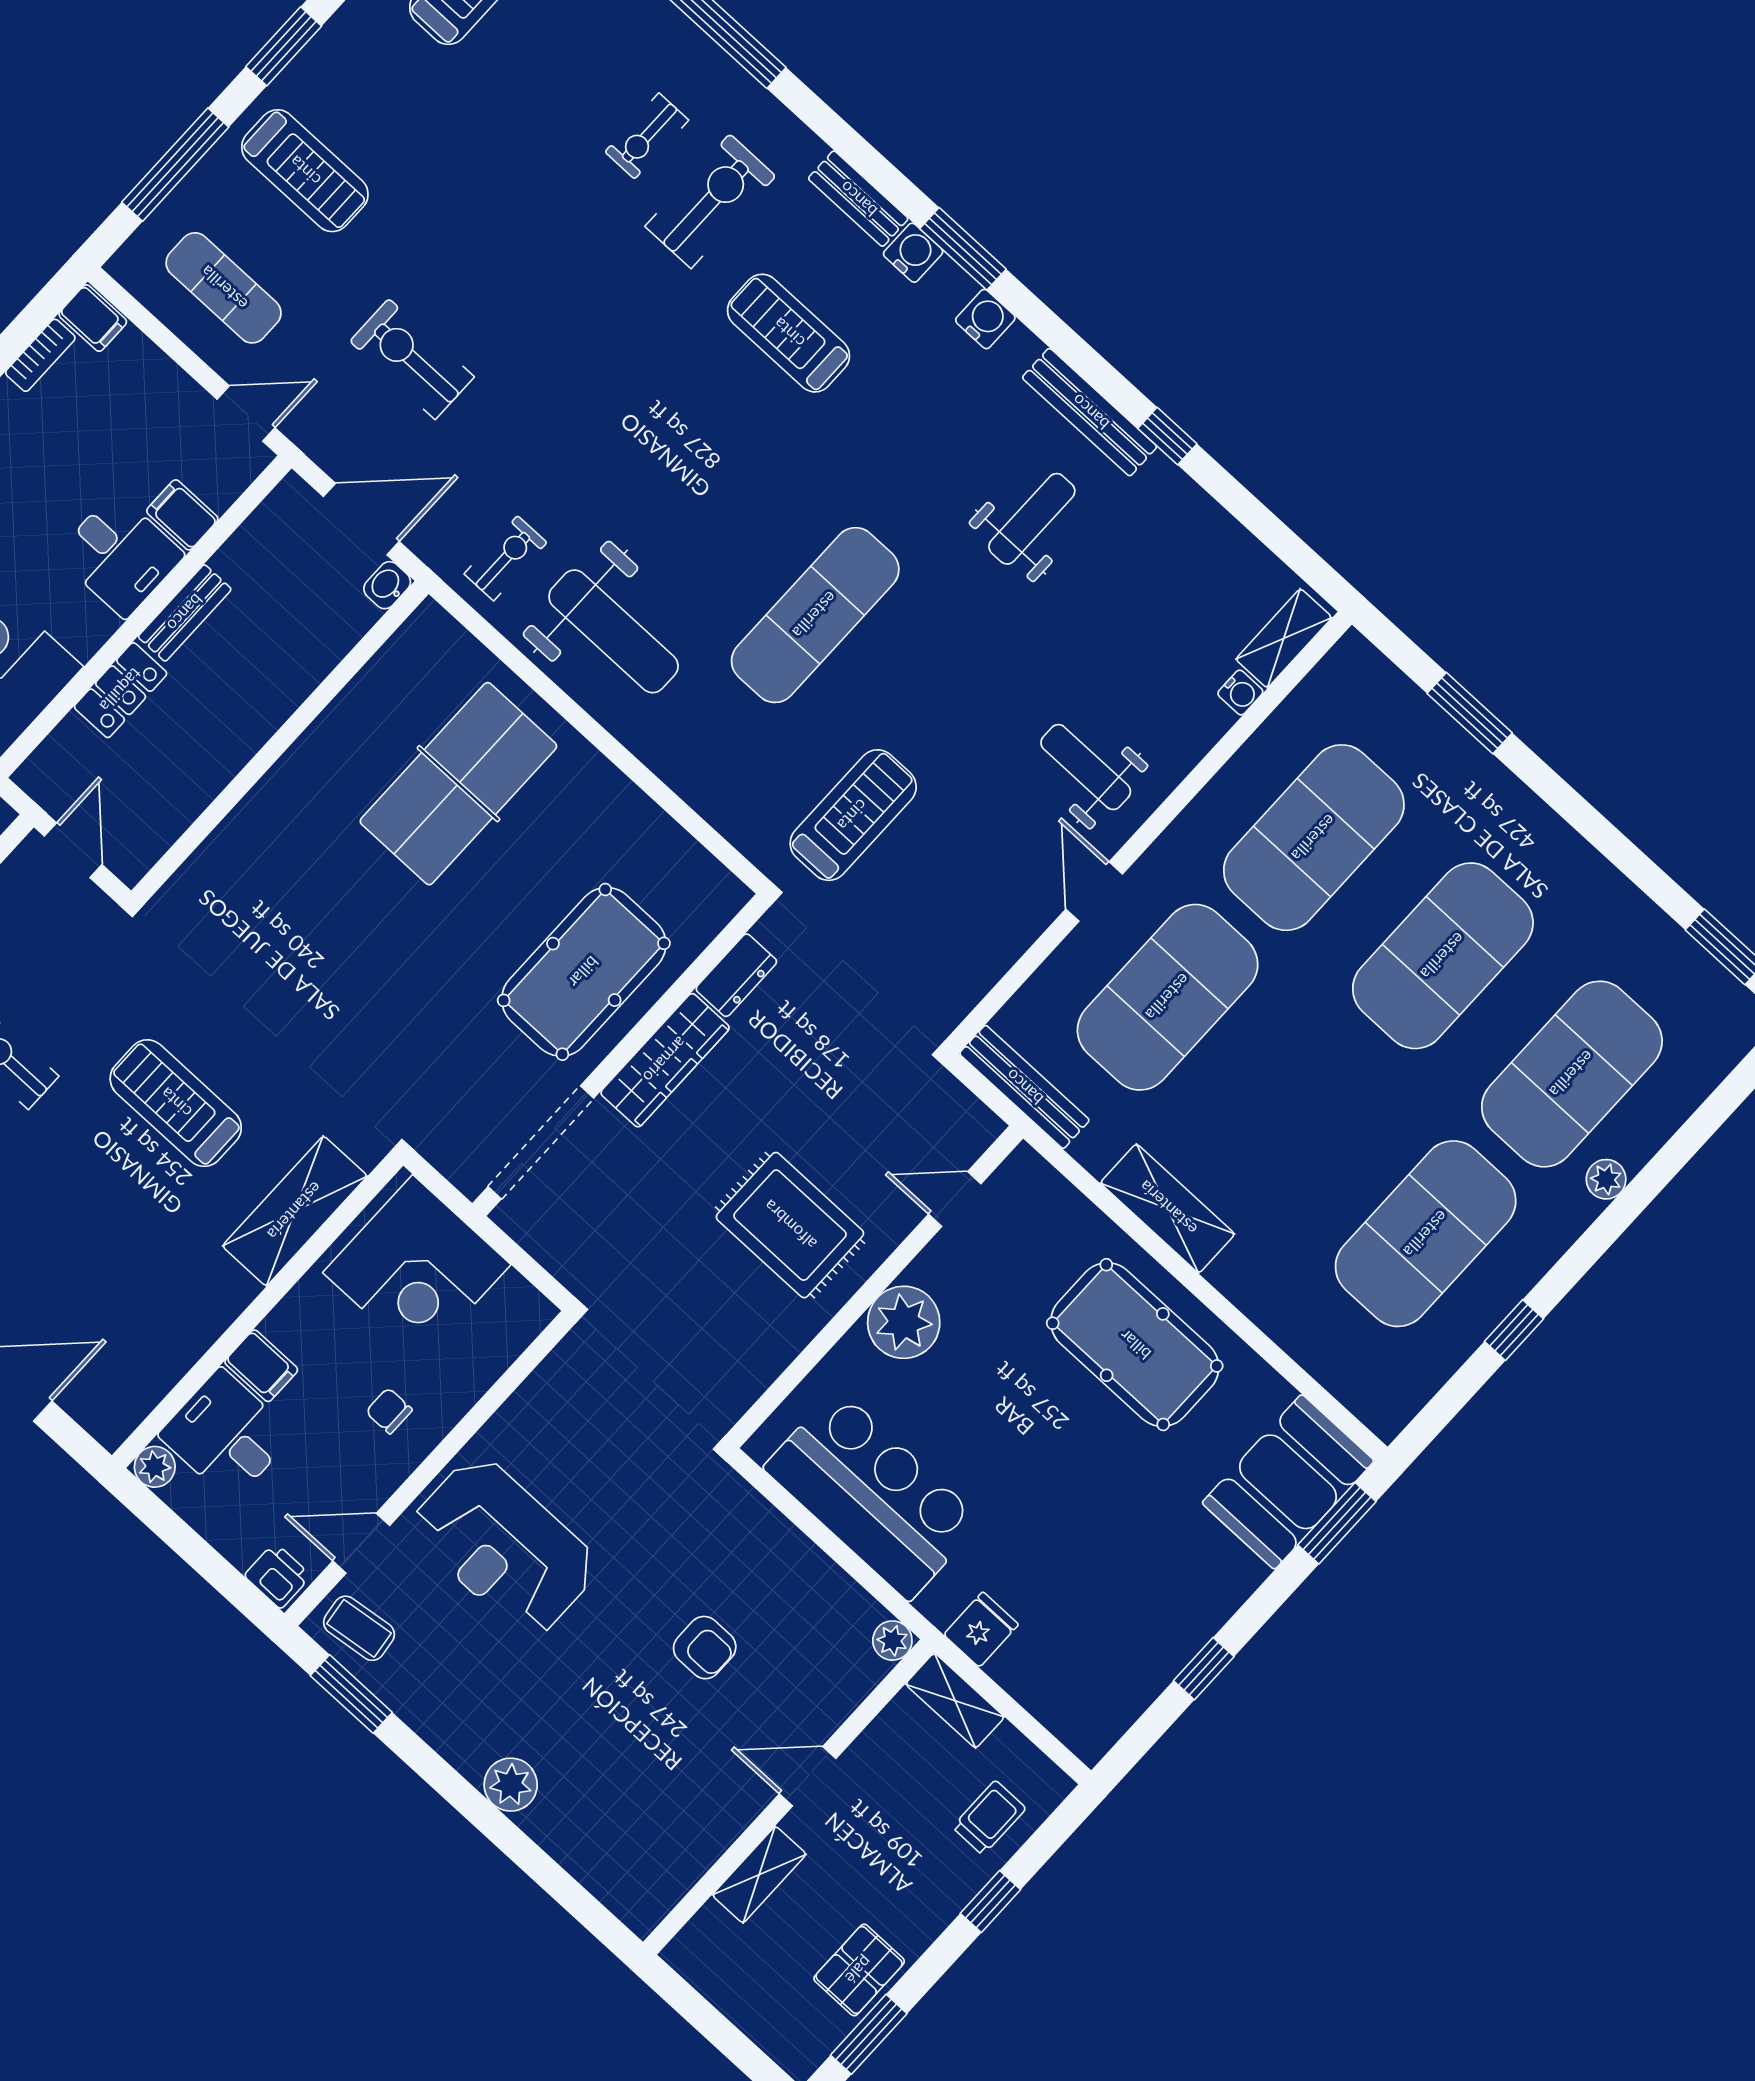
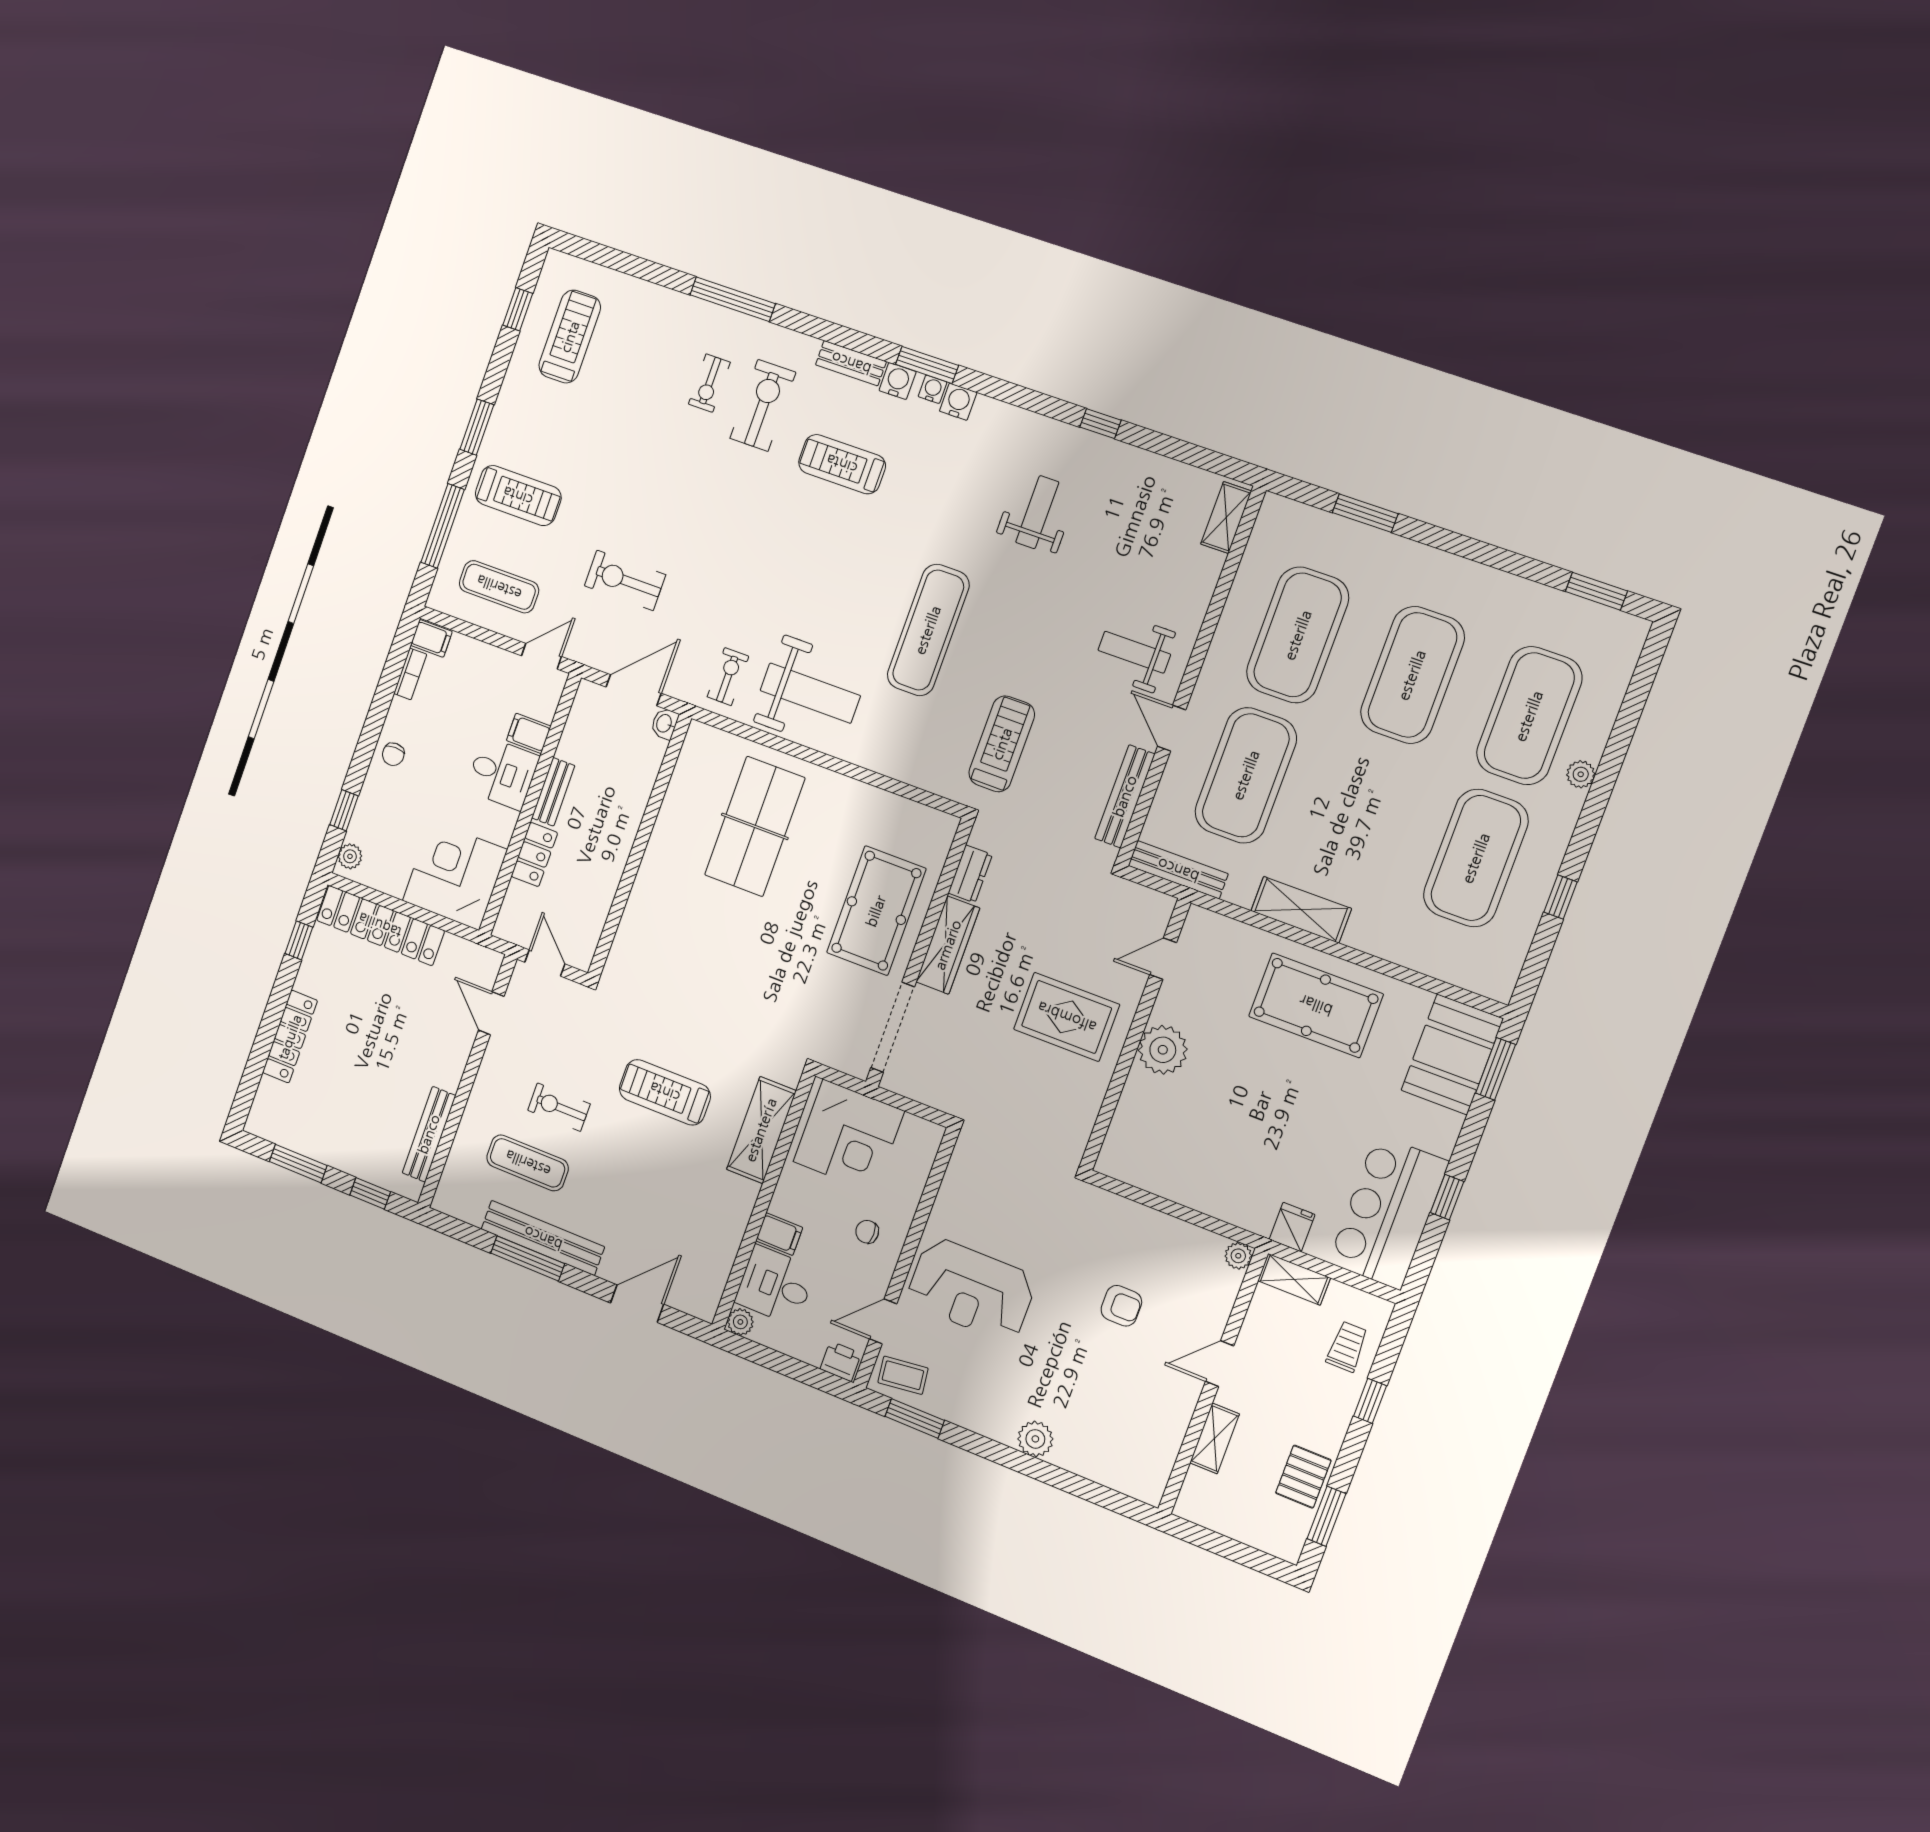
bench: (1090, 412) -> (1125, 796), moved, turned 90
water cooler: (1240, 693) -> (933, 389), moved, turned -90
bar counter: (873, 1495) -> (1388, 1212), moved, turned -90

